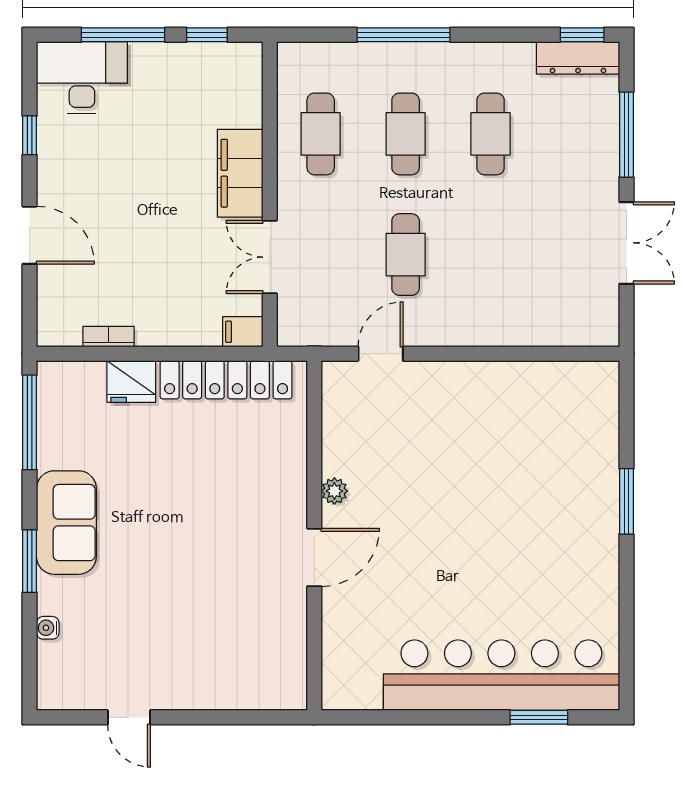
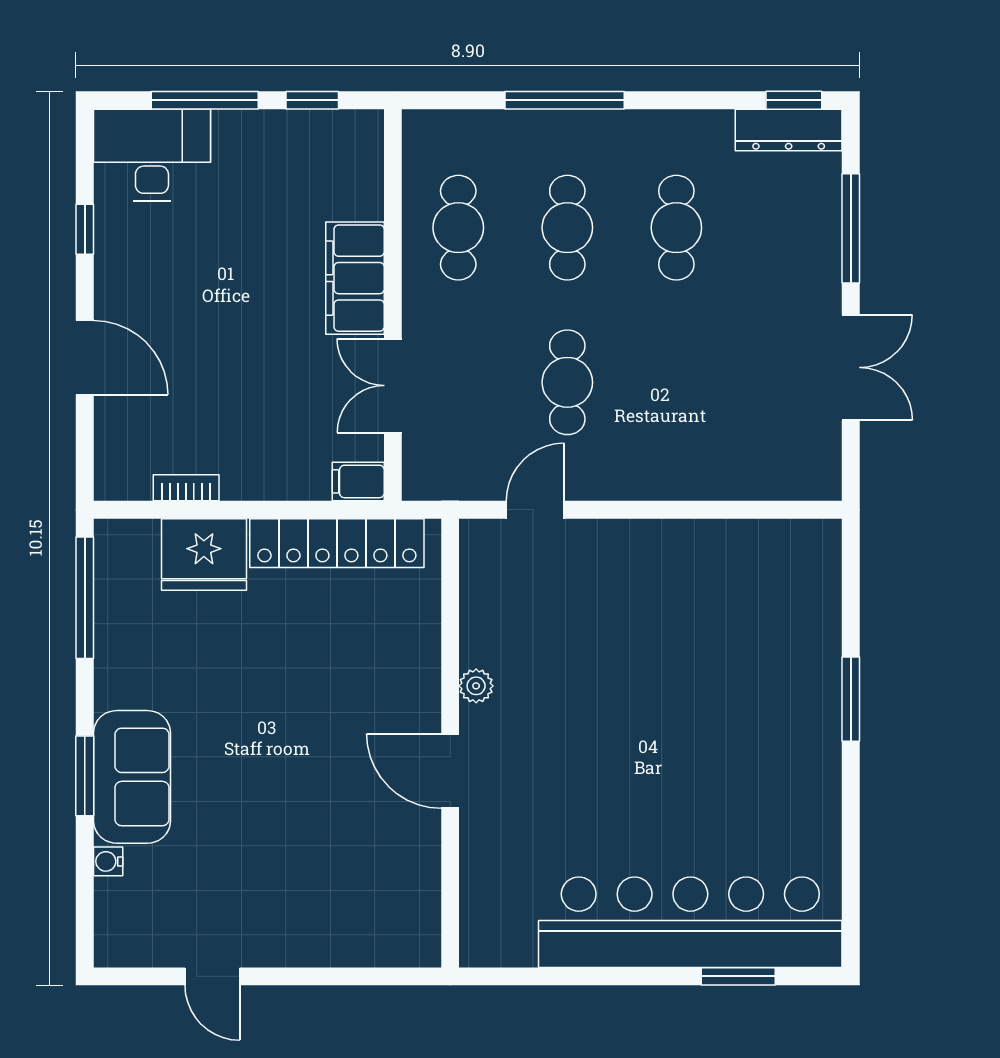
fridge: (131, 382) -> (204, 554), width x1.36, depth x1.34
sofa: (66, 523) -> (132, 777), moved
door: (314, 557) -> (450, 771), swing flipped

